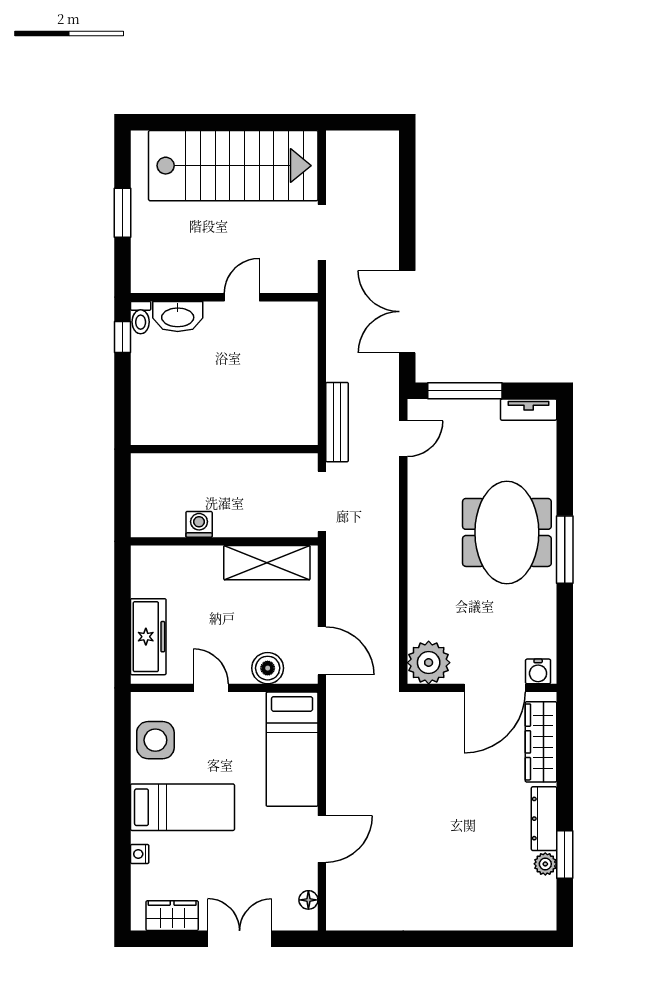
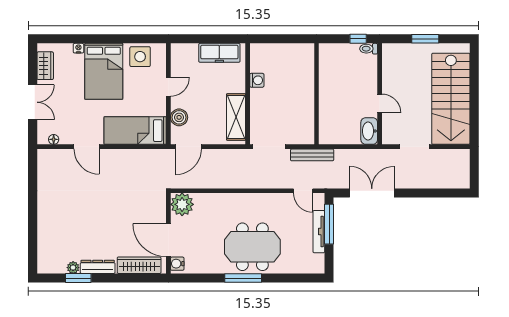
washbasin: (178, 316) -> (369, 131), moved
tv unit: (529, 410) -> (319, 232), moved, width x1.41
wall: (224, 449) -> (317, 94), moved
freezer: (148, 637) -> (219, 53), moved
bed: (182, 807) -> (104, 71), width x1.50

